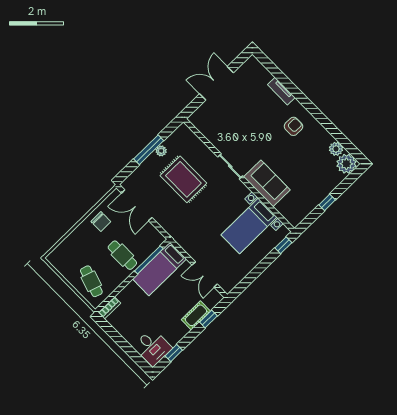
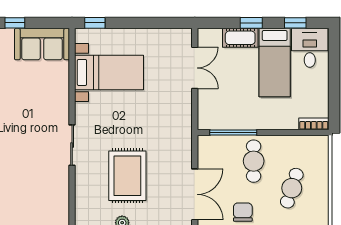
sofa: (267, 183) -> (42, 44), moved, turned -90
bed: (159, 269) -> (275, 63), moved, turned 90
cafe table: (91, 281) -> (292, 188), moved
window: (208, 319) -> (251, 23), moved

